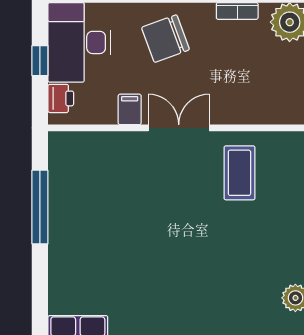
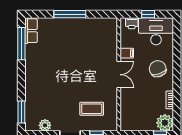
coffee table: (239, 173) -> (92, 109), moved
window: (40, 207) -> (70, 14), moved

